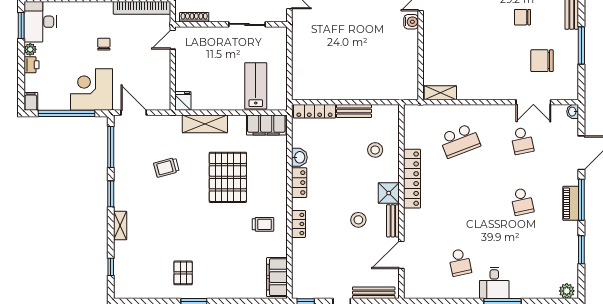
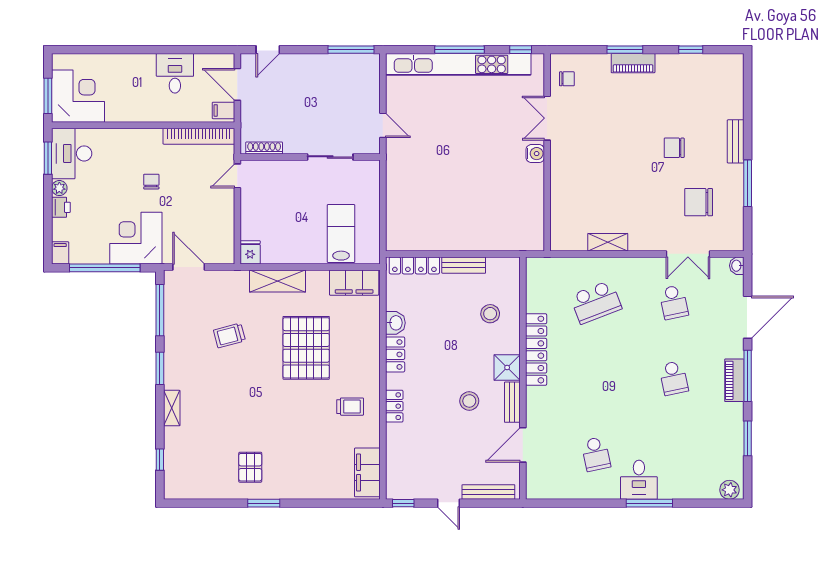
shelving: (440, 93) -> (608, 242), moved

